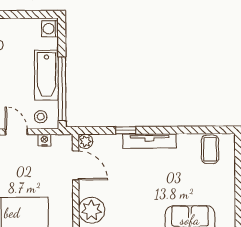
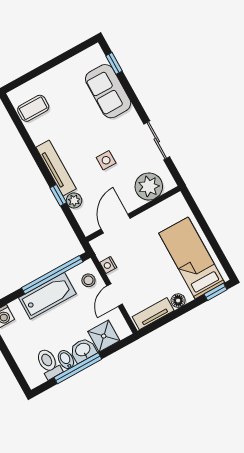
plant: (85, 141) -> (74, 200), moved
side table: (133, 186) -> (106, 160), added

